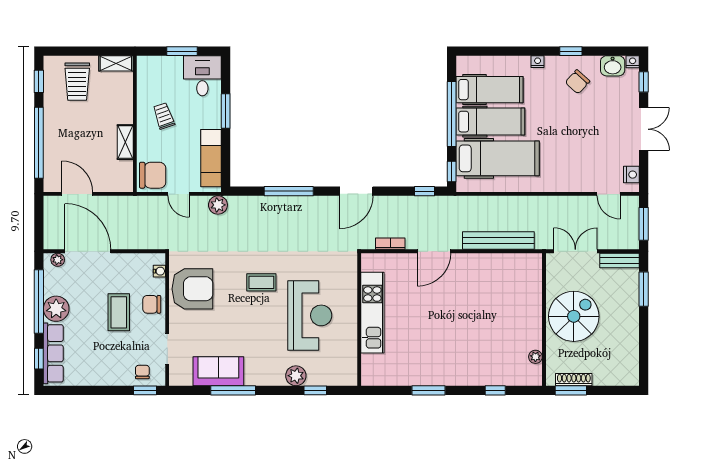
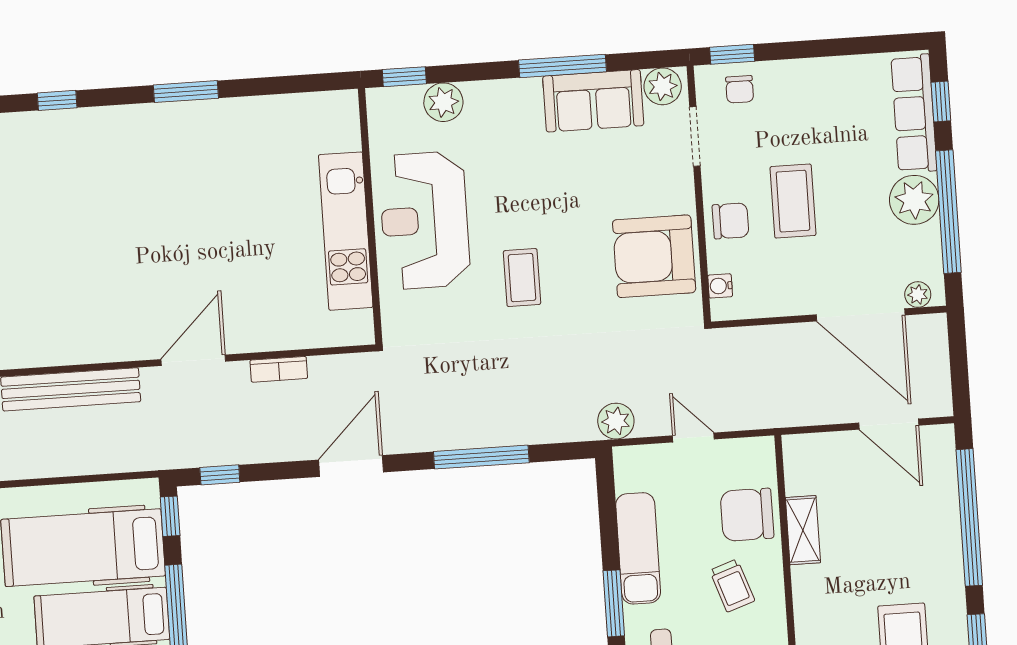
exam couch: (211, 158) -> (638, 548), moved
chair: (153, 175) -> (747, 515), moved
coffee table: (261, 282) -> (522, 278), turned 90
kitchen unit: (372, 313) -> (346, 231), moved
wall: (359, 319) -> (370, 216), moved
plant: (182, 376) -> (663, 86), added

